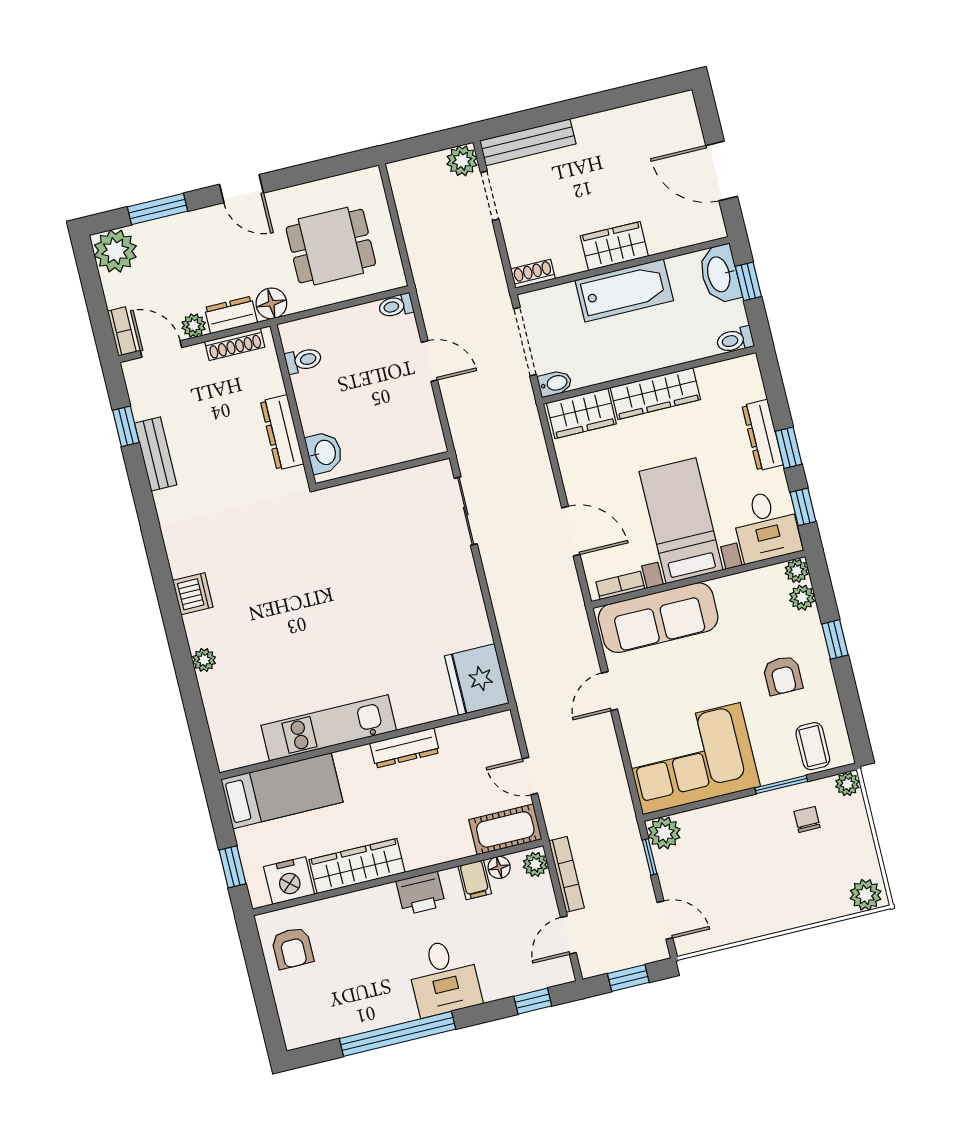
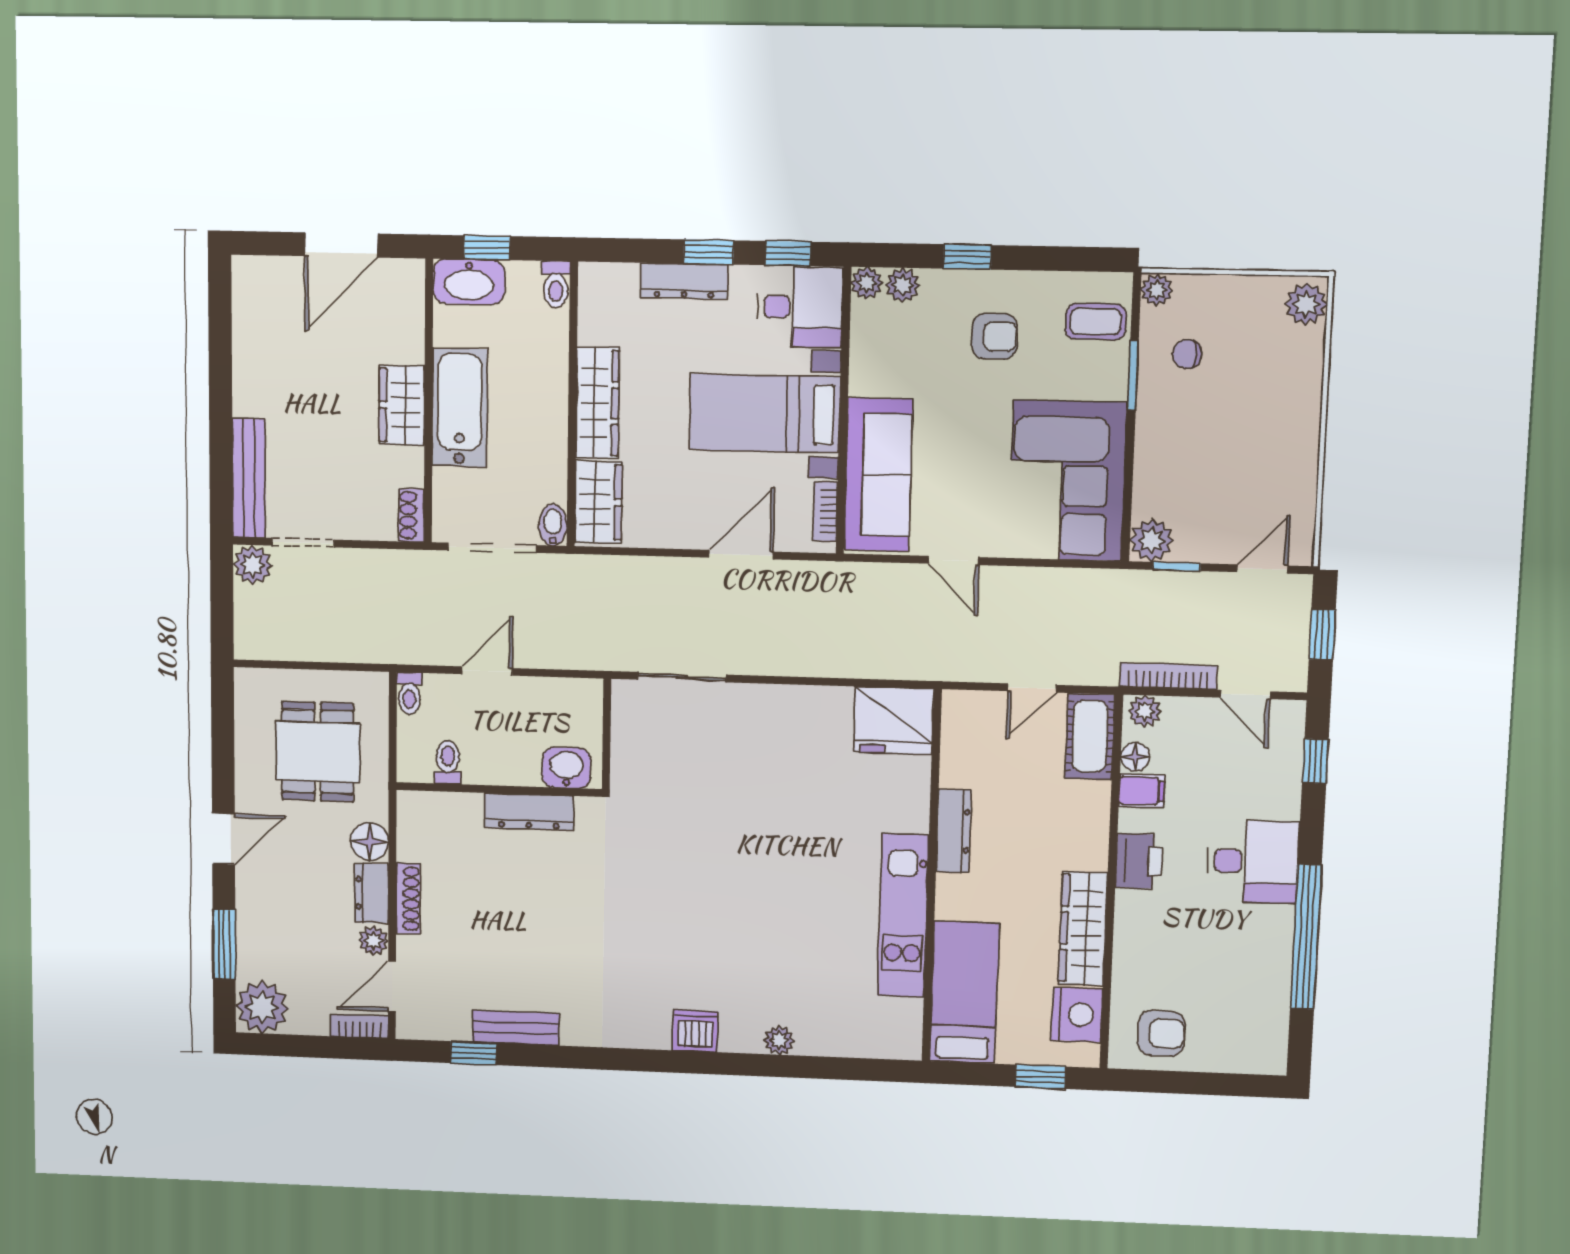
toilet: (303, 360) -> (448, 762), moved
wall: (293, 405) -> (499, 790), moved
dresser: (282, 432) -> (529, 812), moved
washbasin: (324, 453) -> (567, 768), moved

